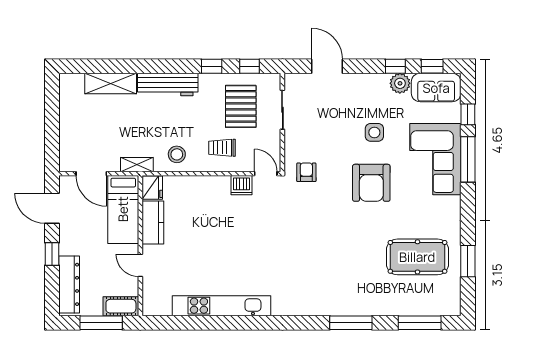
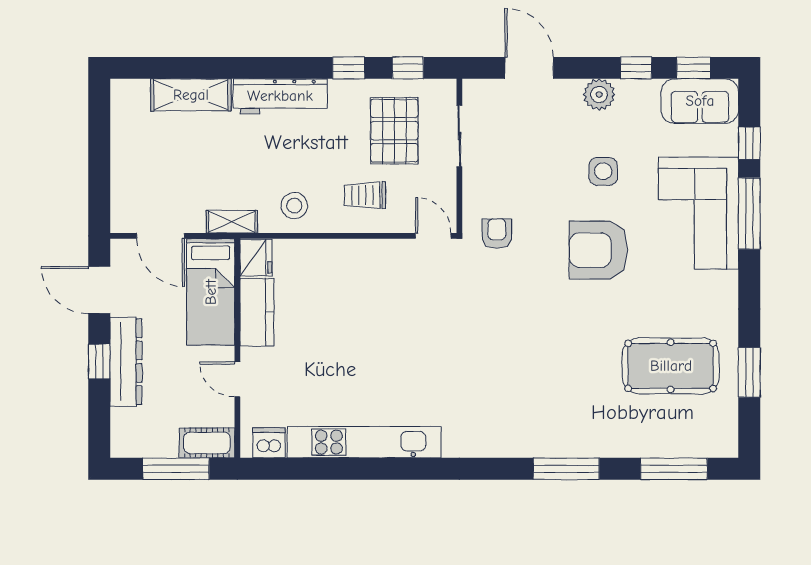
plant: (400, 83) -> (599, 94), moved
armchair: (371, 183) -> (598, 250), turned 90
dishwasher: (242, 185) -> (269, 443), moved, turned 180
dresser: (69, 284) -> (126, 362), moved

